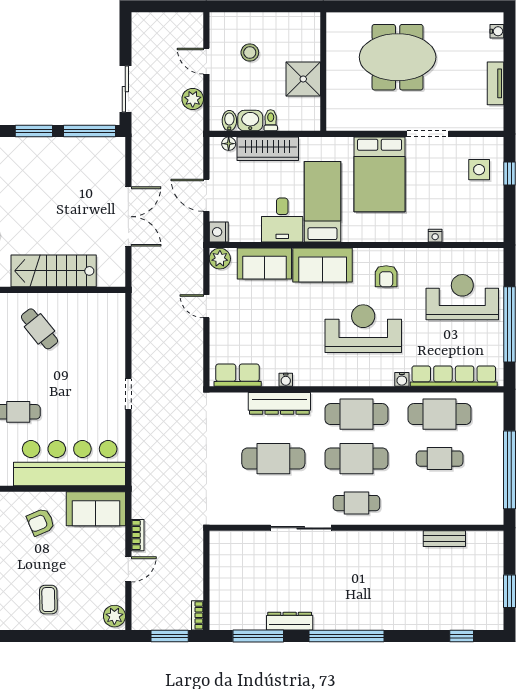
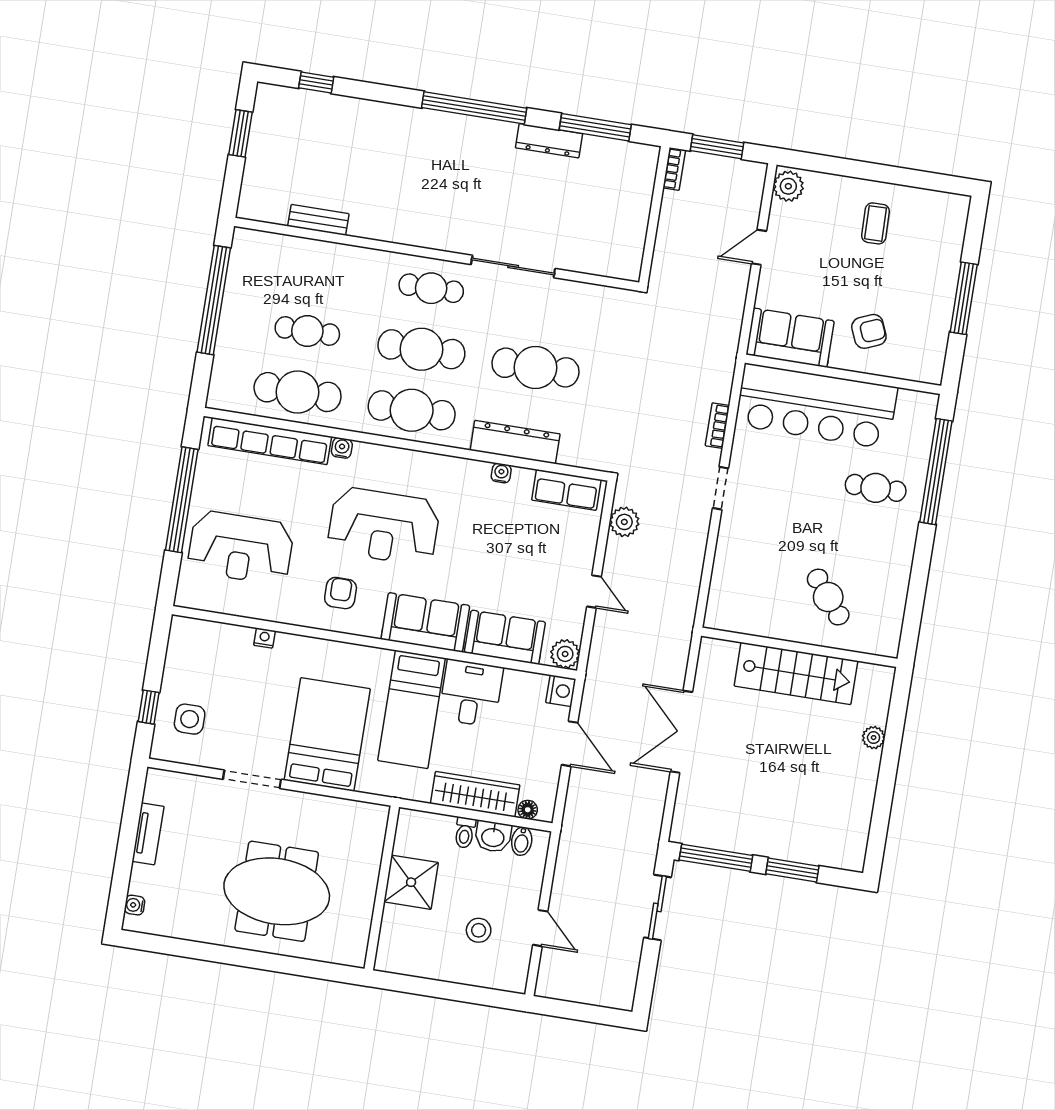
plant: (193, 99) -> (624, 522), moved
bookcase: (138, 535) -> (717, 426), moved

